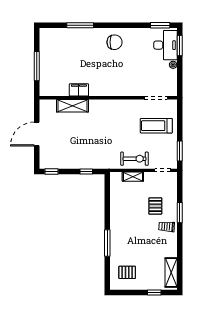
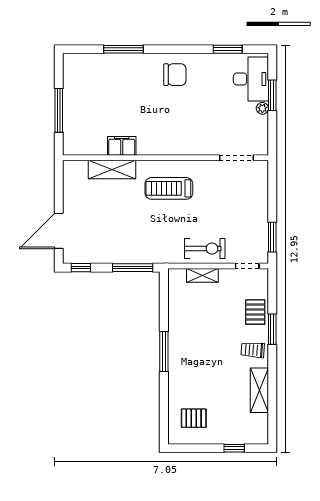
window: (160, 25) -> (228, 49), moved
window: (180, 45) -> (272, 95), moved
treadmill: (156, 126) -> (169, 188), moved
door: (37, 134) -> (59, 231), moved
window: (86, 171) -> (133, 268), width x2.17
pallet: (155, 206) -> (255, 312), moved
window: (107, 243) -> (164, 351), moved
shelving: (171, 272) -> (259, 390), moved

